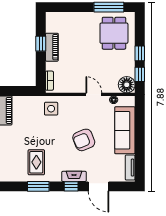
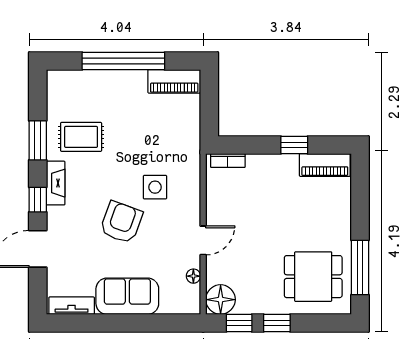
piano: (52, 47) -> (325, 165), moved
side table: (51, 109) -> (155, 187), moved
sofa: (125, 130) -> (127, 296), width x0.73
armchair: (84, 140) -> (121, 222), turned 42
fireplace: (74, 176) -> (56, 183), moved

